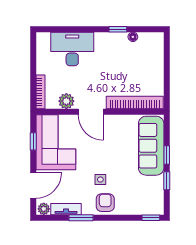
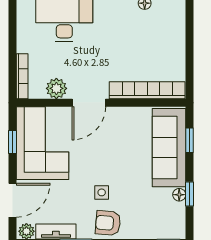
door: (91, 112) -> (89, 103), hinge flipped
window: (167, 155) -> (189, 140), moved
floor lamp: (159, 181) -> (179, 195), added
armchair: (105, 203) -> (108, 223), turned -85

